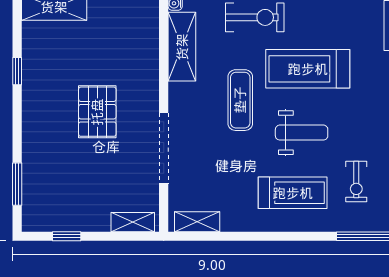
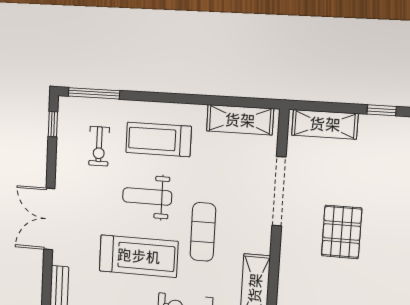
exercise bike: (356, 182) -> (99, 146), turned 180
shelving: (133, 222) -> (325, 124), width x1.50, depth x1.33
shelving: (197, 222) -> (240, 120), width x1.50, depth x1.33

